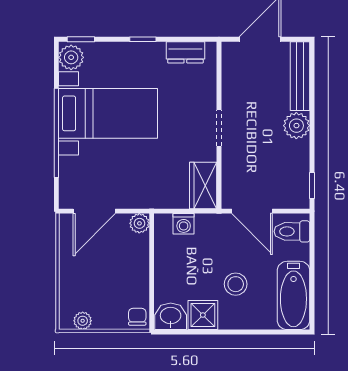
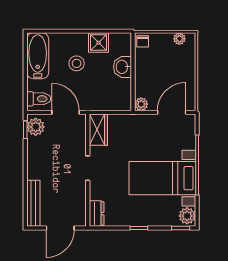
dresser: (185, 52) -> (97, 214), moved, turned 90
plant: (296, 126) -> (36, 127), moved
washing machine: (184, 224) -> (112, 104), removed
washbasin: (171, 316) -> (122, 67), moved, turned 90

